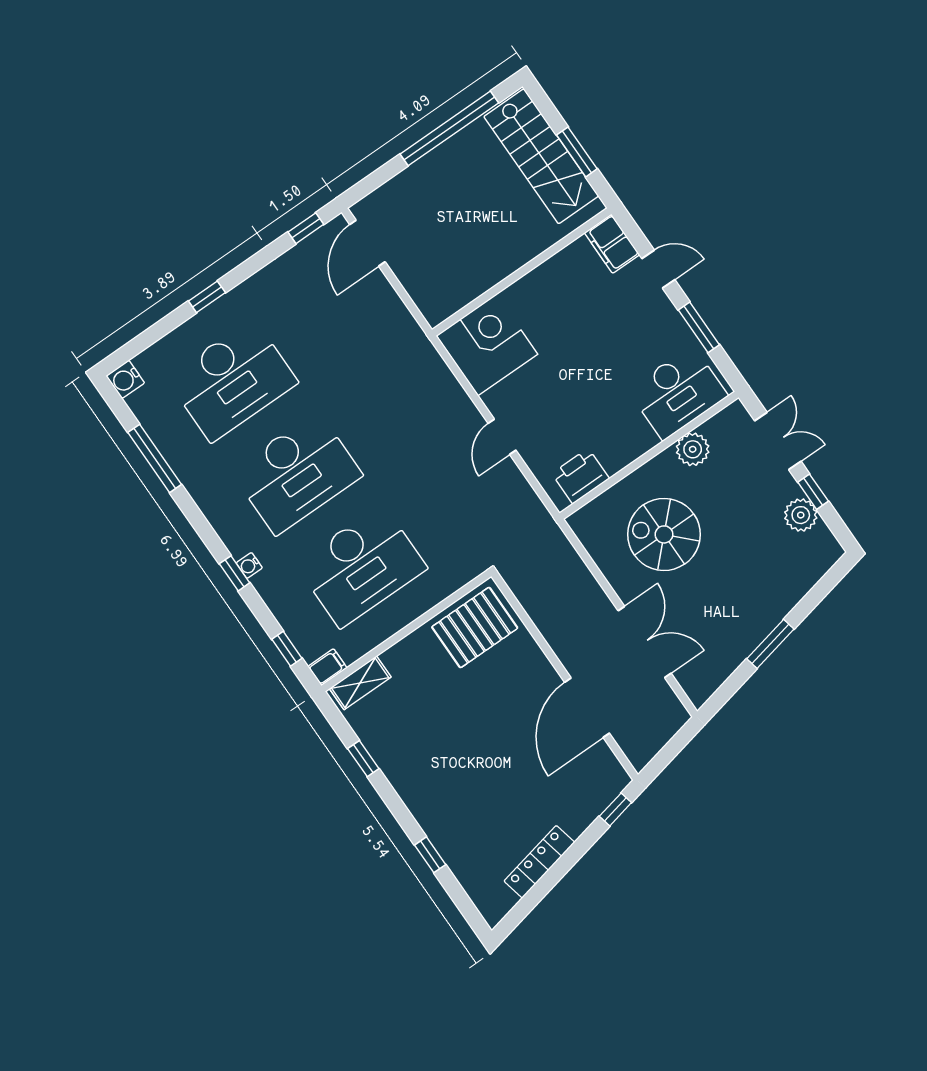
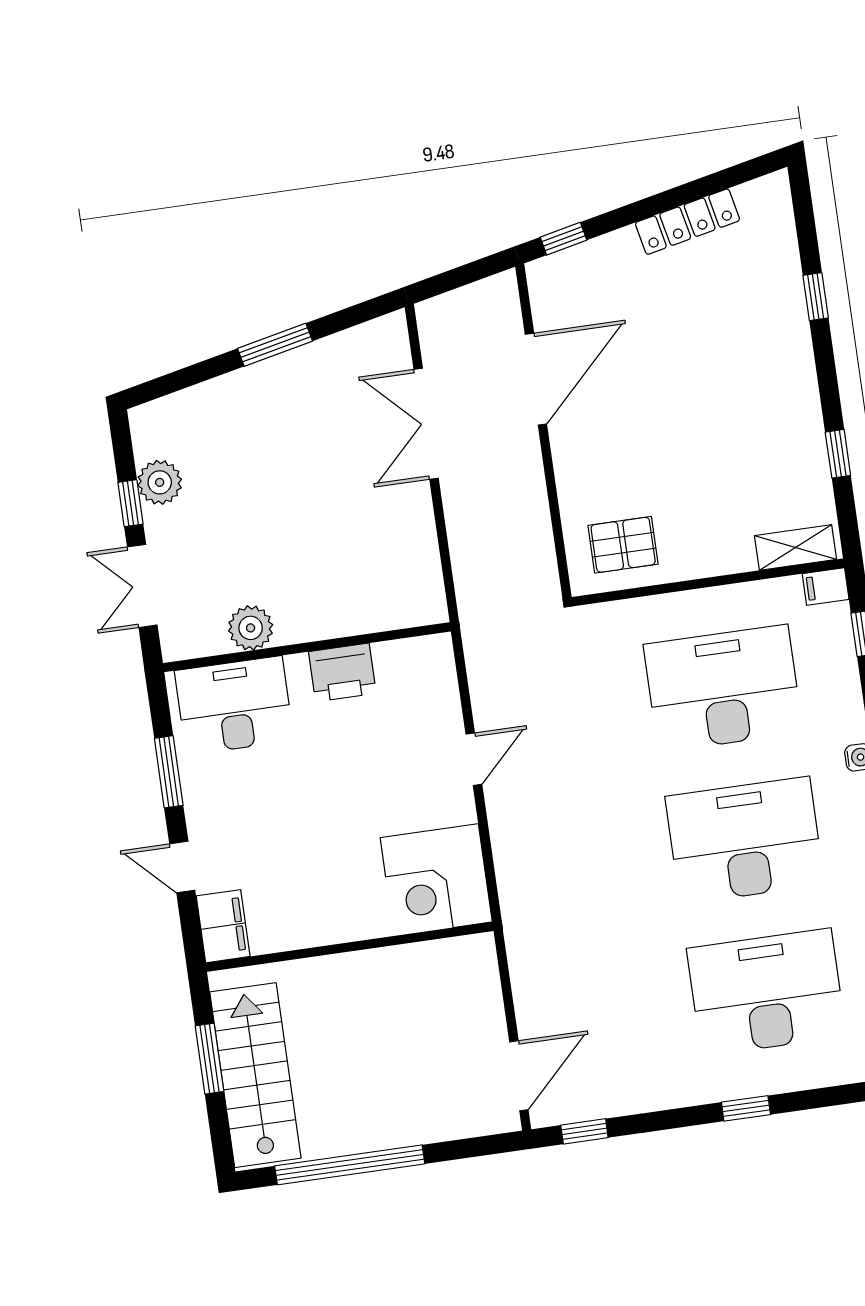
printer: (581, 476) -> (342, 672), moved
spiral stairs: (664, 534) -> (337, 542), removed
pallet: (475, 627) -> (623, 545), width x0.67, depth x0.71

